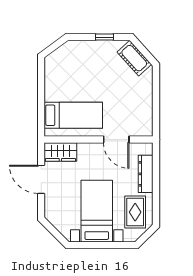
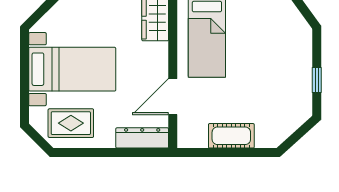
cot: (134, 58) -> (231, 136), moved, turned 42
dresser: (146, 174) -> (142, 138), moved

